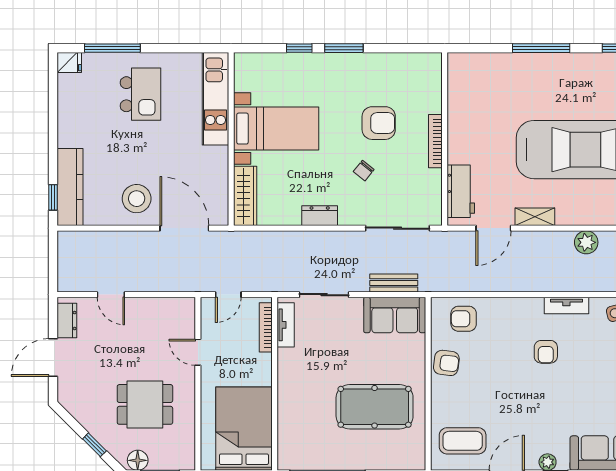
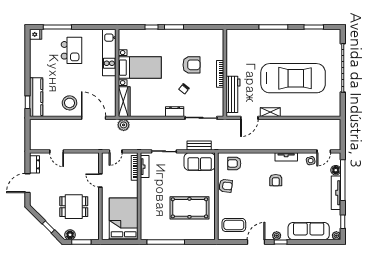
workbench: (461, 191) -> (233, 94), width x1.38
dresser: (320, 216) -> (175, 112), moved
plant: (586, 242) -> (124, 125), moved

